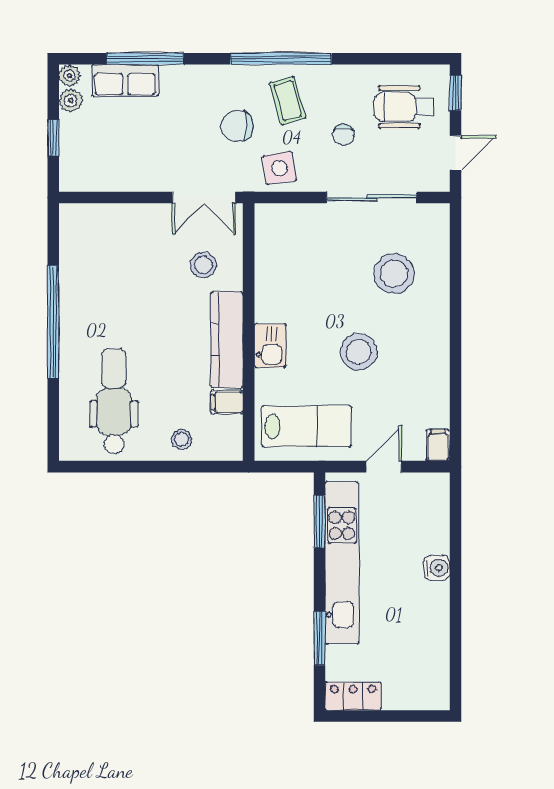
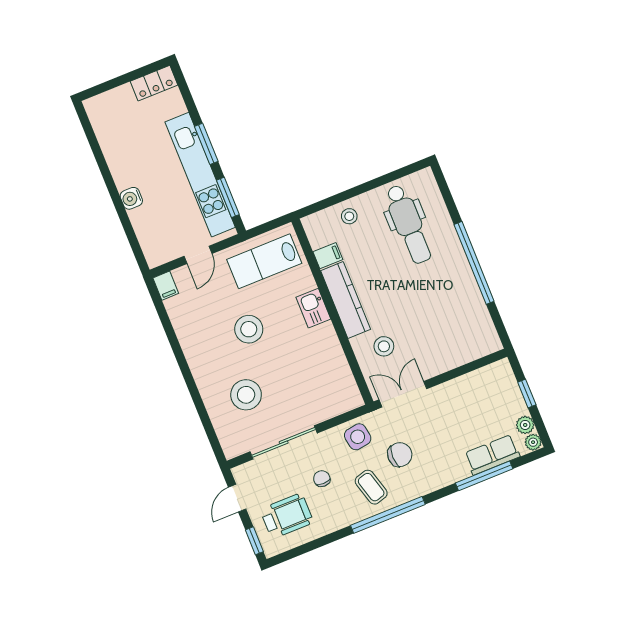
window: (319, 638) -> (206, 144), moved

